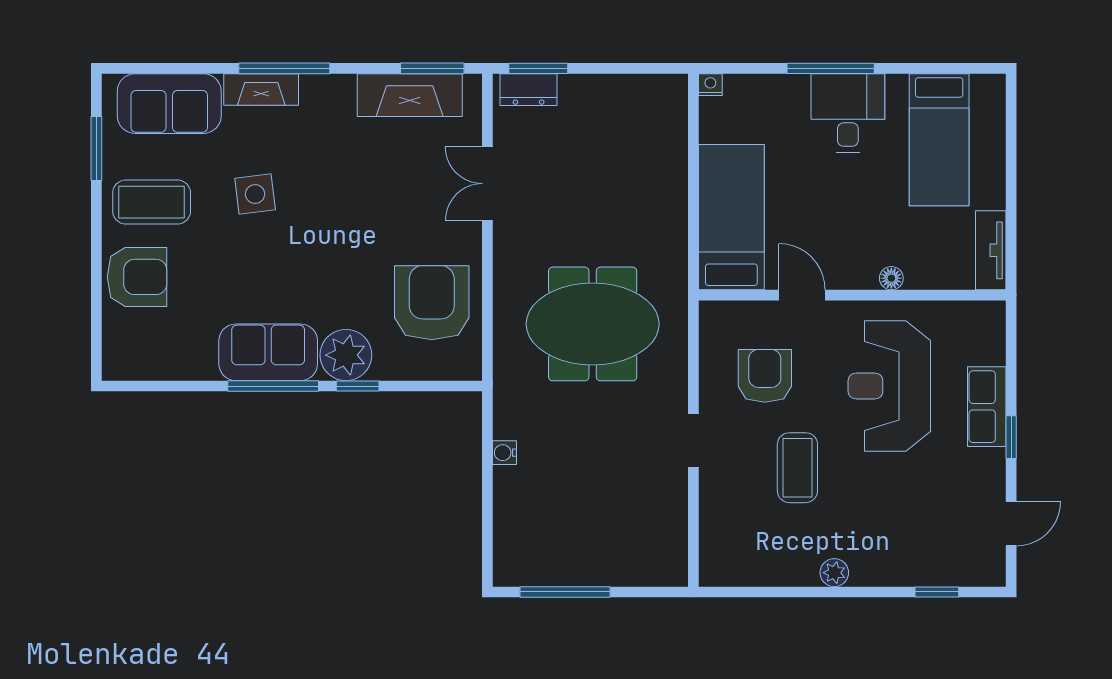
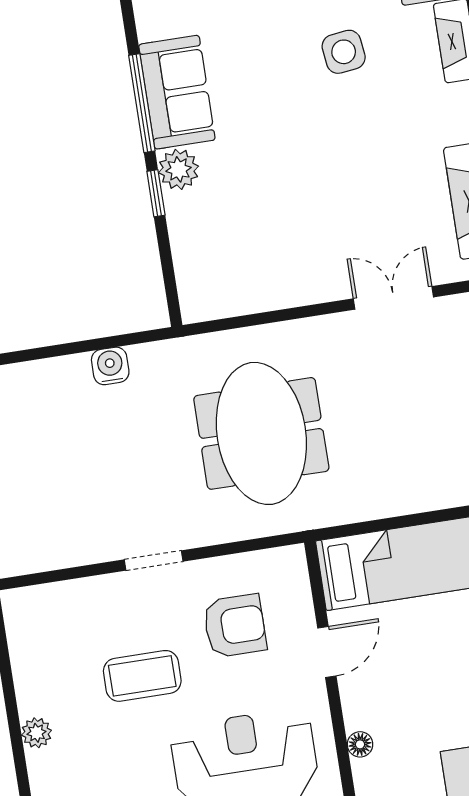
armchair: (432, 303) -> (257, 258), removed
plant: (346, 355) -> (179, 169), width x0.73, depth x0.73
water cooler: (505, 453) -> (110, 366), width x1.38, depth x1.38

